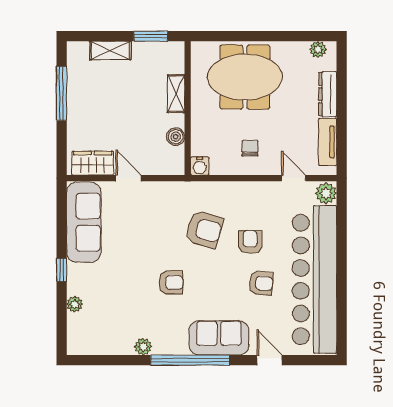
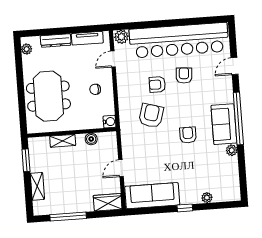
wardrobe: (93, 163) -> (108, 202), moved, turned 90
sofa: (219, 338) -> (224, 124), moved

